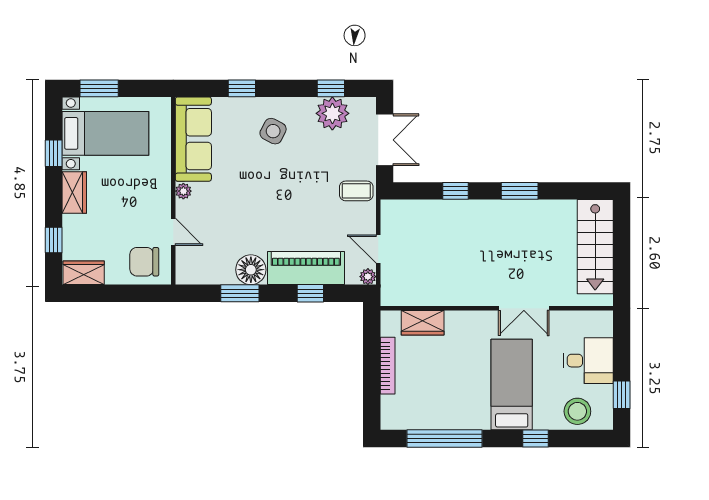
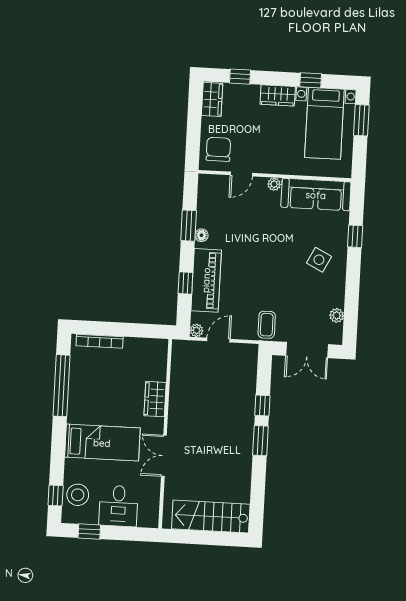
window: (331, 88) -> (351, 309), removed
plant: (332, 113) -> (337, 315), width x0.53, depth x0.53
window: (520, 191) -> (260, 441), moved
floor lamp: (251, 270) -> (201, 235), width x0.53, depth x0.53
wardrobe: (423, 323) -> (155, 399), moved
bookcase: (388, 366) -> (100, 341), moved
window: (536, 438) -> (56, 496), moved

